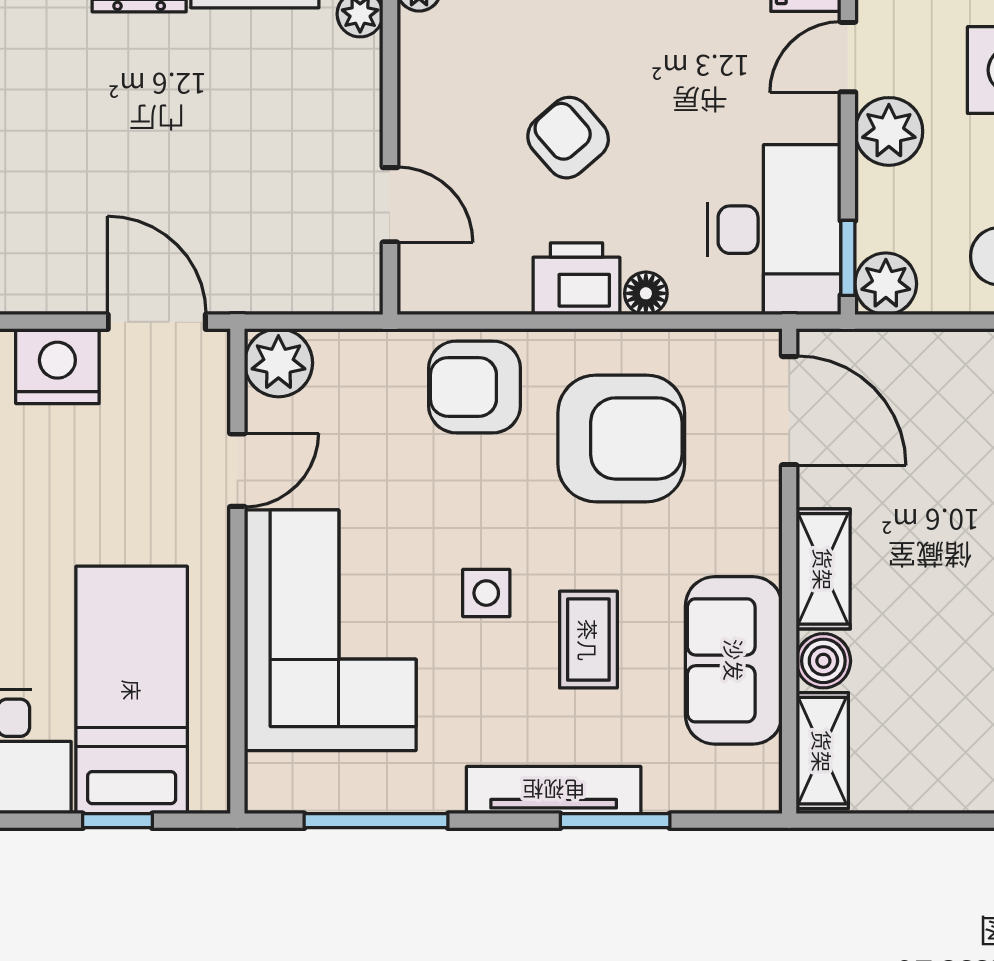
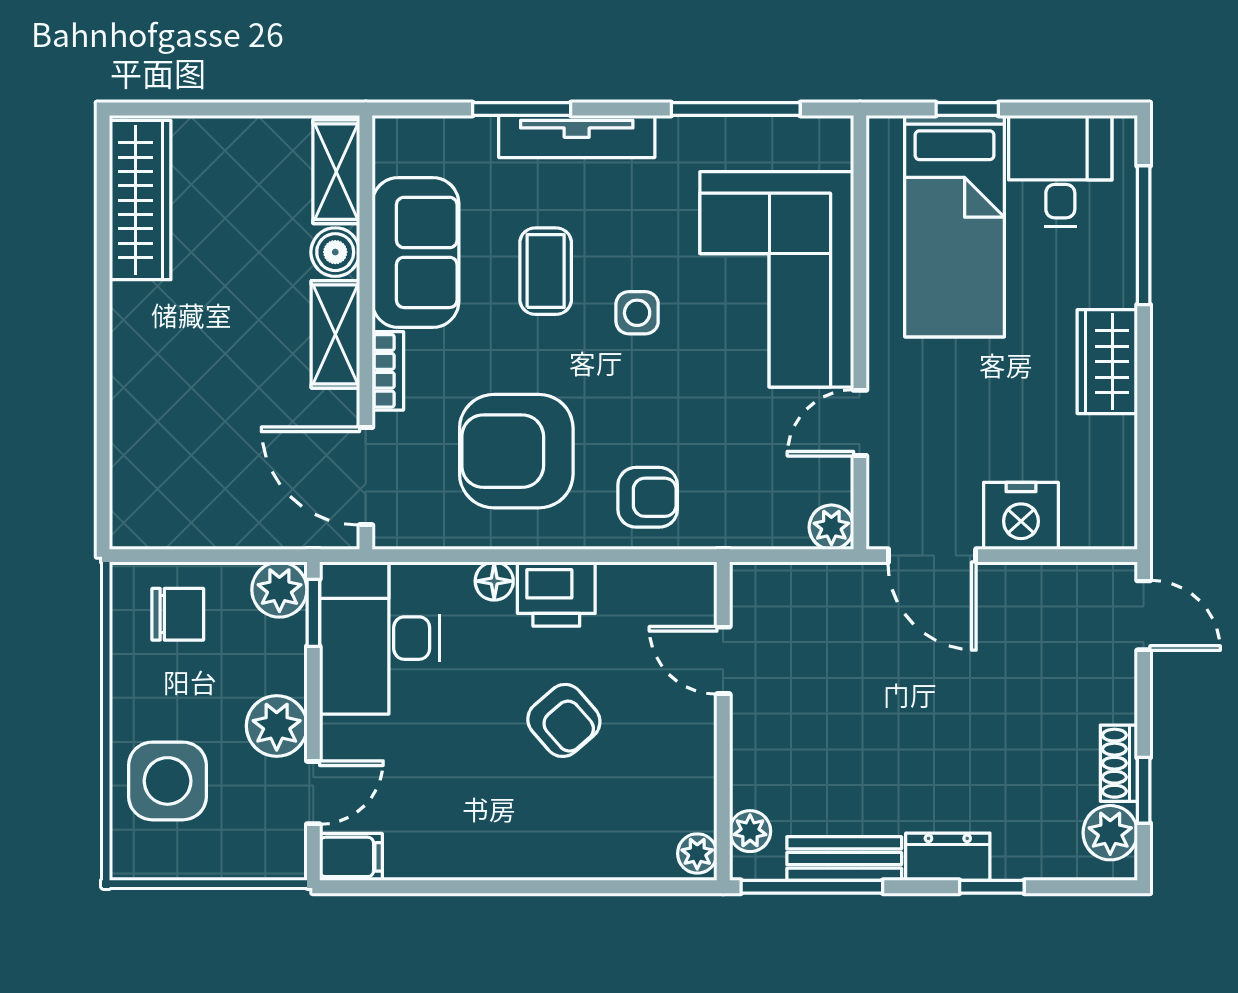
plant: (278, 363) -> (831, 527), width x0.73, depth x0.73
armchair: (474, 387) -> (648, 497), width x0.72, depth x0.72
bookcase: (765, 528) -> (388, 371), added

